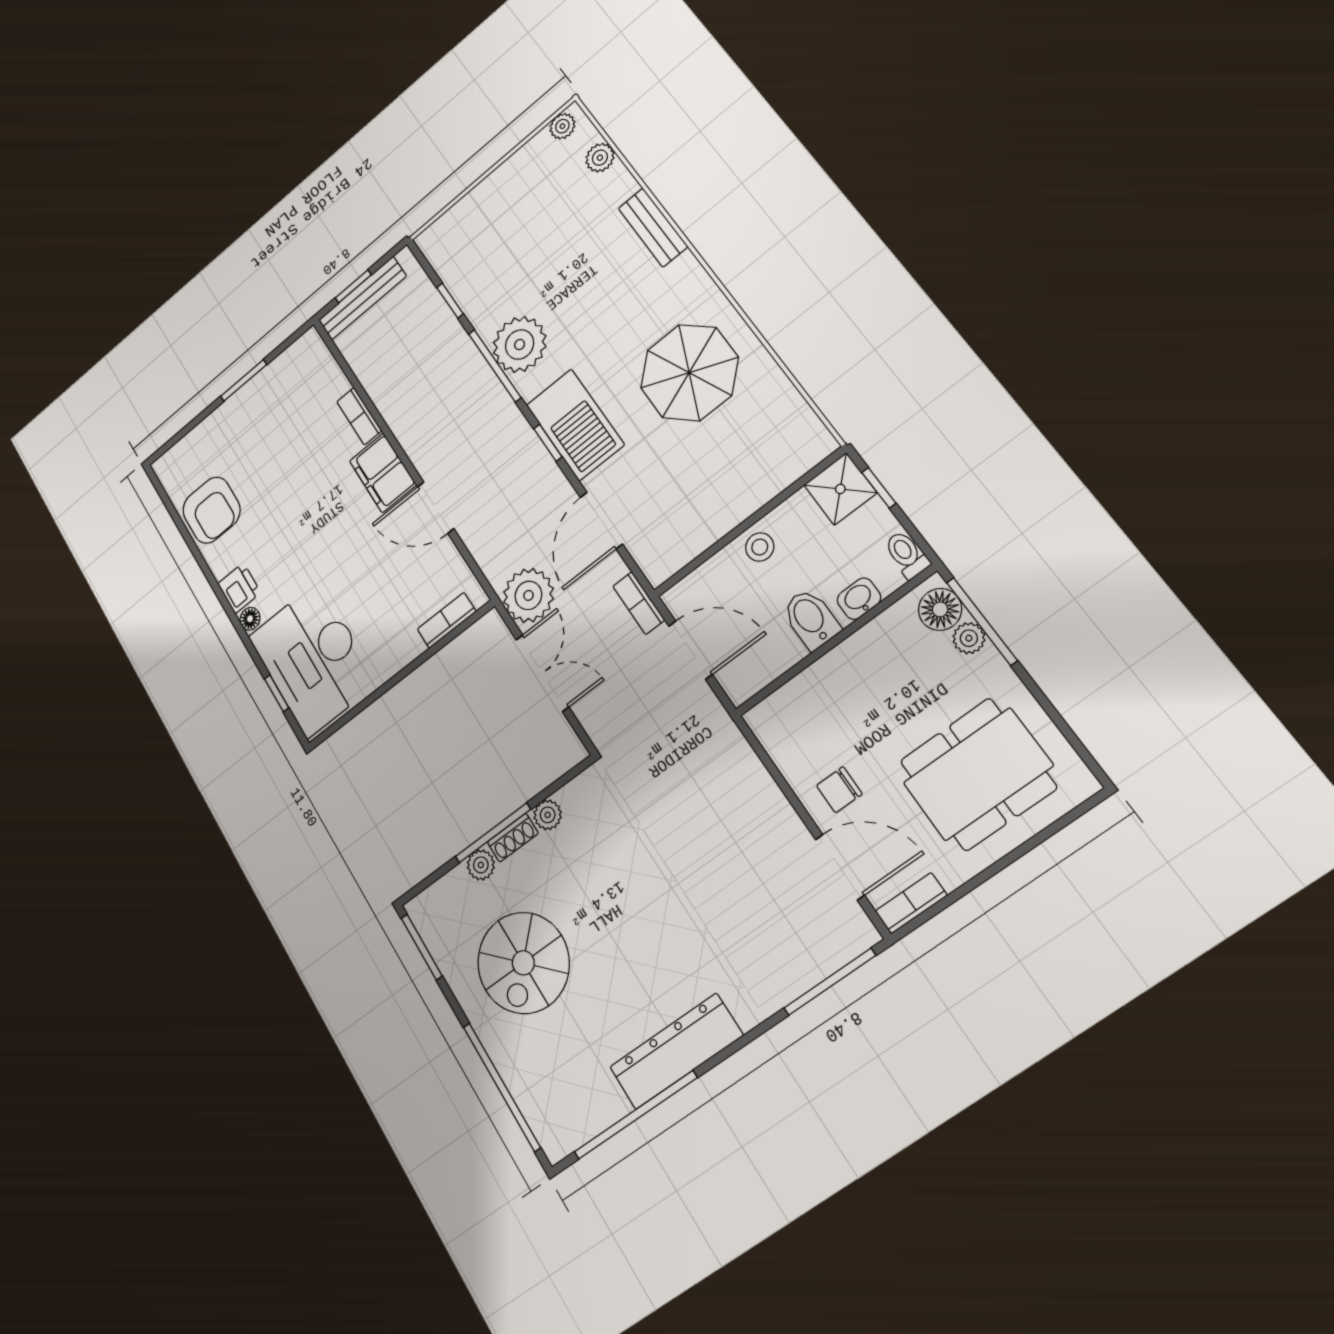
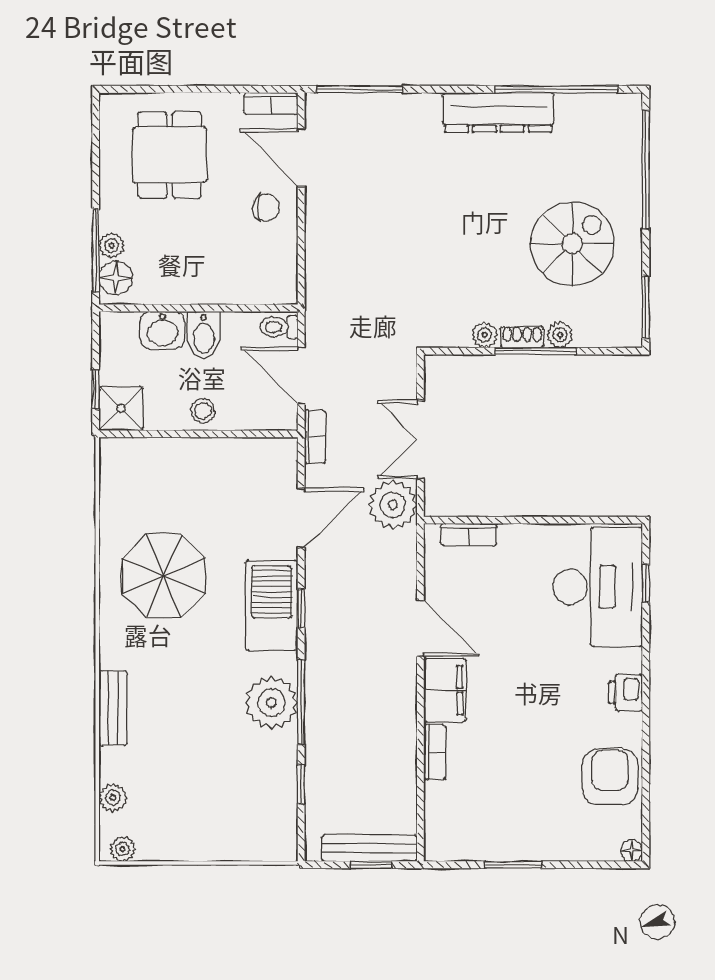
toilet: (907, 555) -> (279, 327), moved, turned 90
washbasin: (859, 599) -> (162, 330), width x1.38, depth x1.45
floor lamp: (250, 619) -> (632, 851), moved
dining table: (978, 774) -> (170, 155), width x0.73

